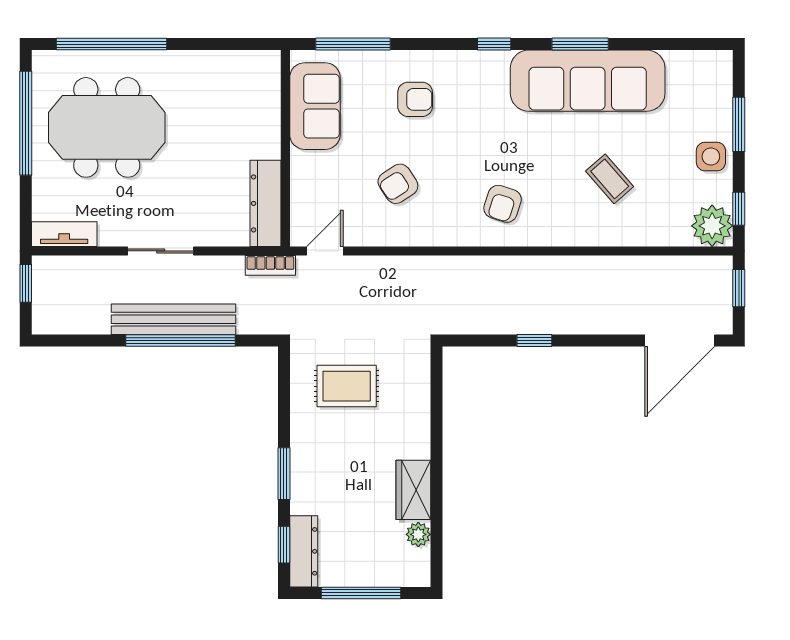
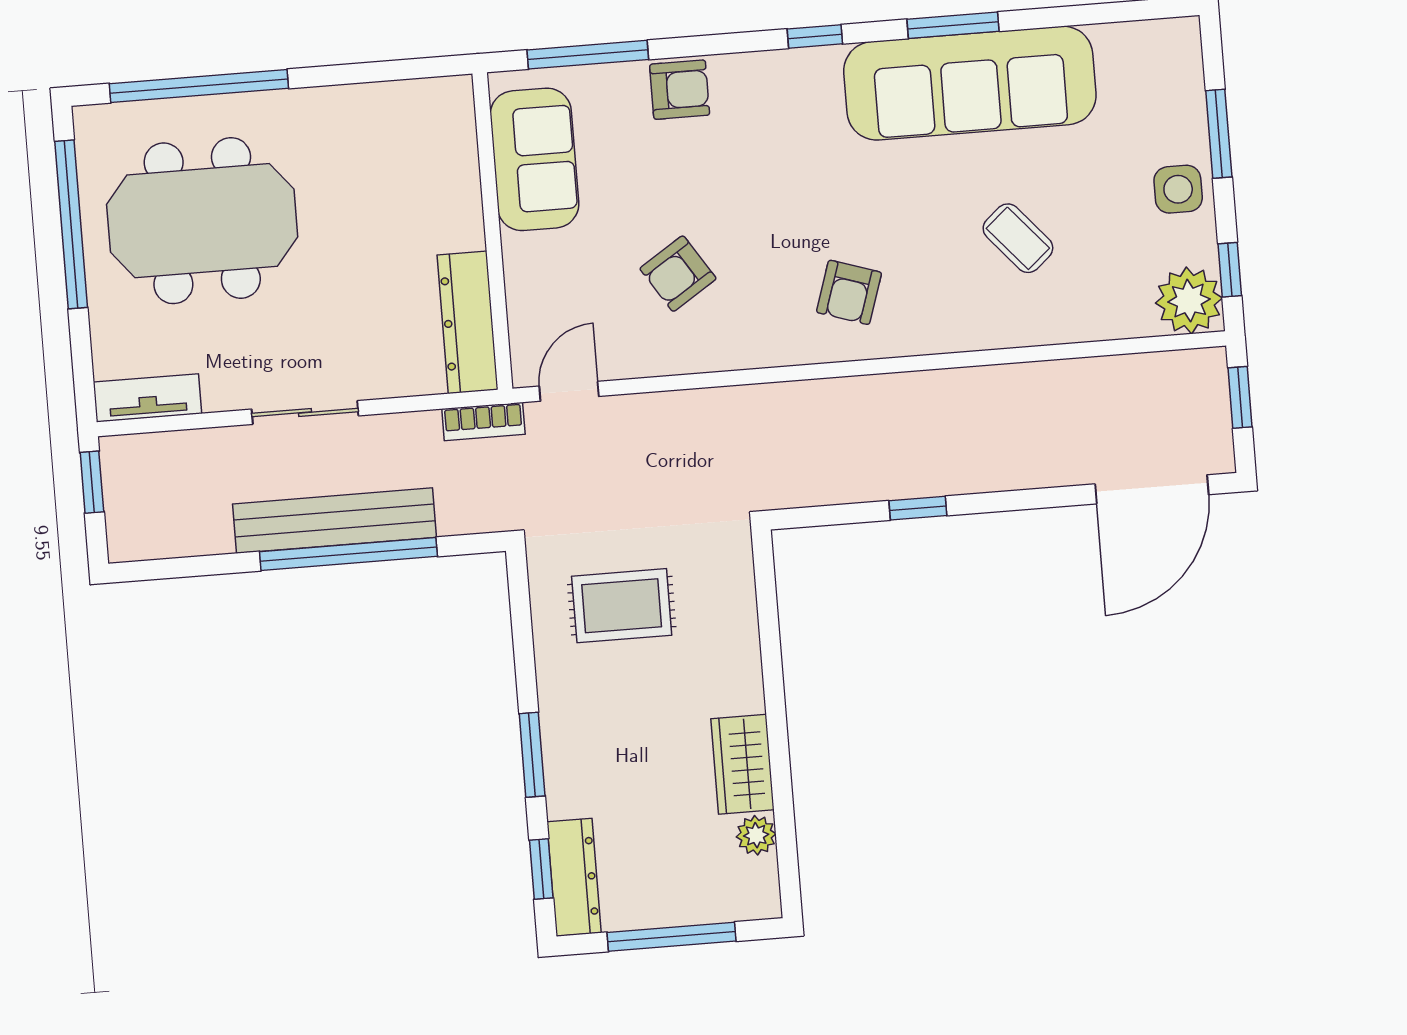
armchair: (415, 99) -> (680, 90), moved

